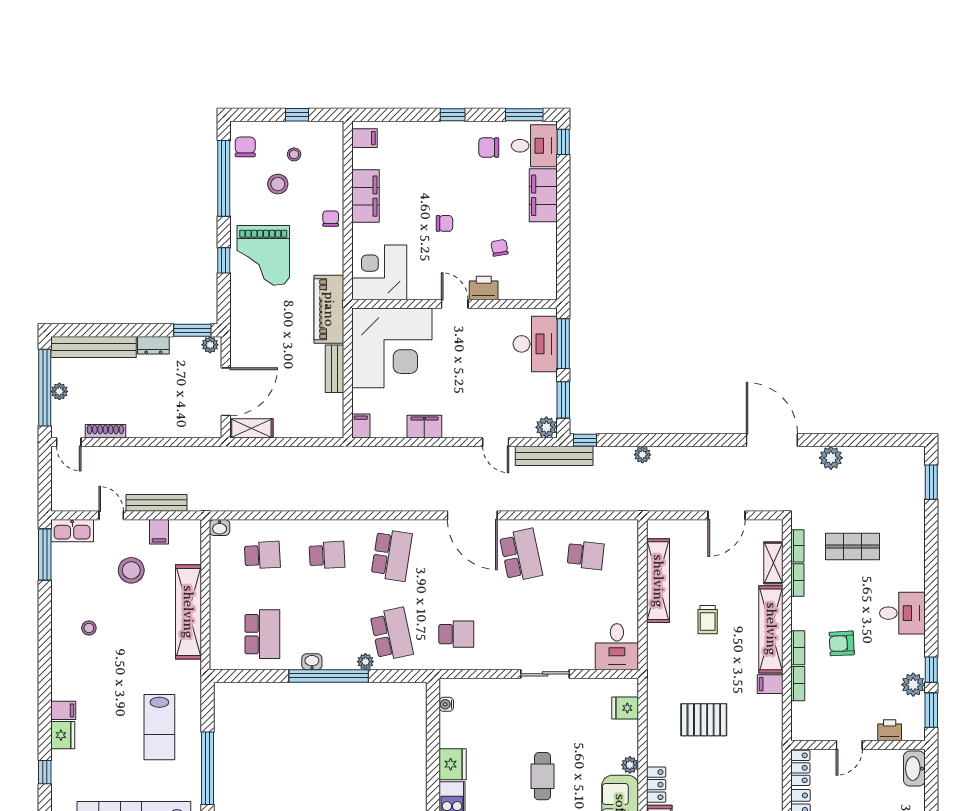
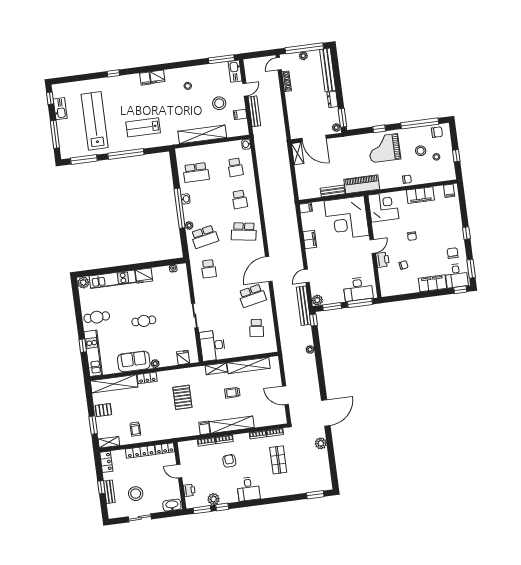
shelving: (773, 563) -> (216, 369), moved
desk: (617, 647) -> (212, 345), width x1.37
fridge: (63, 735) -> (157, 77), moved

